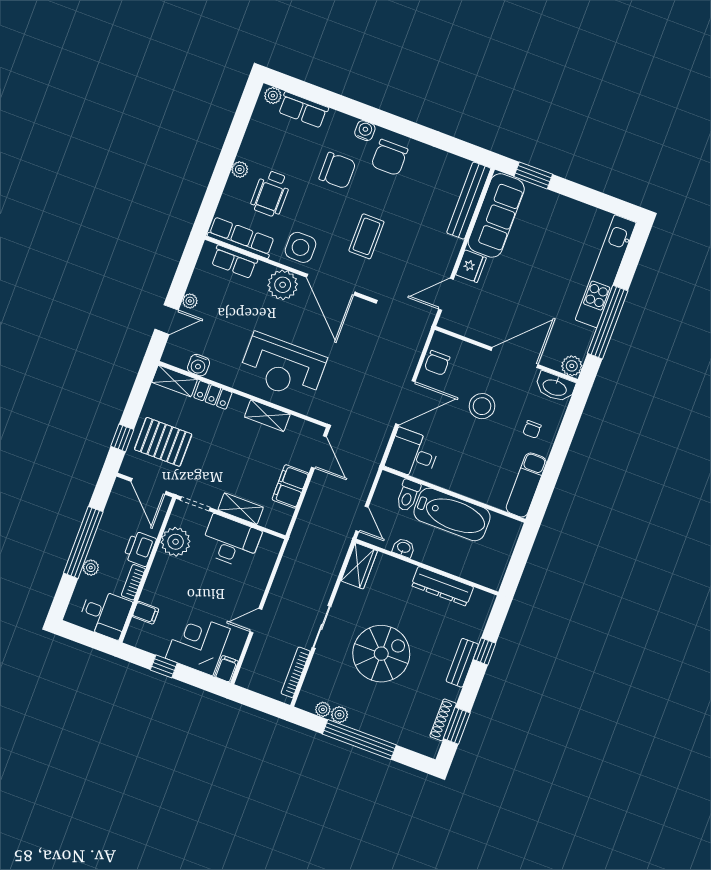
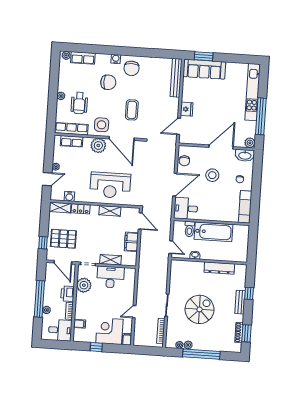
sofa: (496, 215) -> (204, 69), moved, turned 90
wardrobe: (359, 566) -> (176, 270), removed

